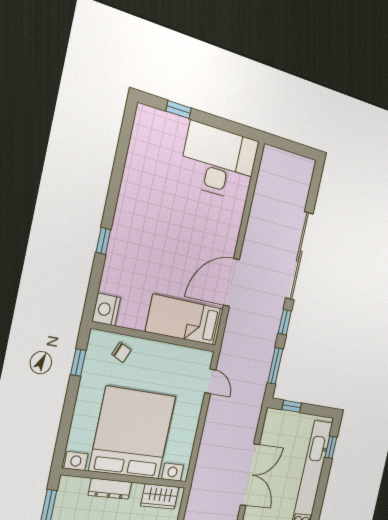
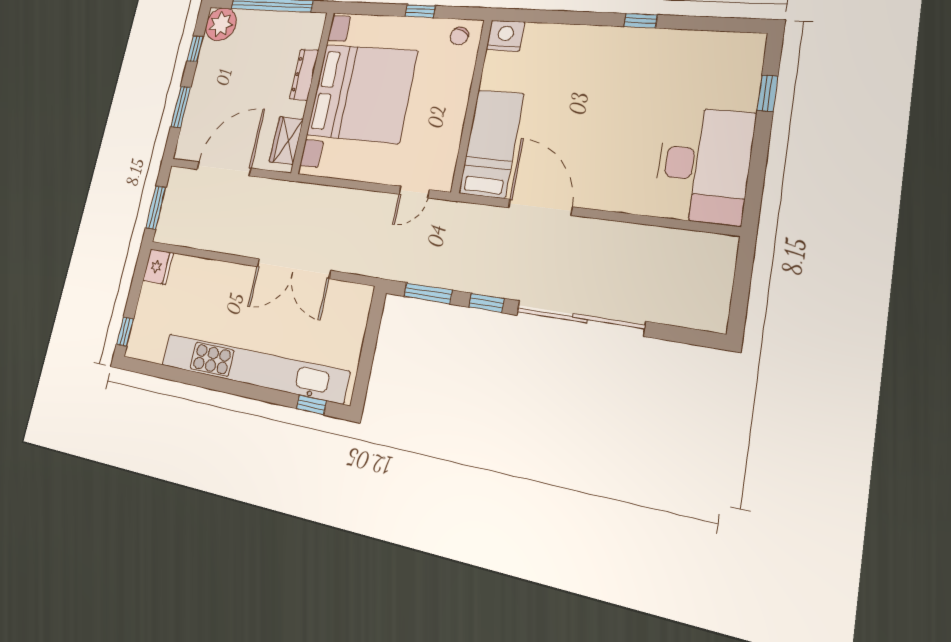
window: (103, 241) -> (641, 21), moved
chair: (121, 352) -> (459, 36), moved
window: (78, 363) -> (420, 11), moved
window: (292, 406) -> (373, 328), removed

